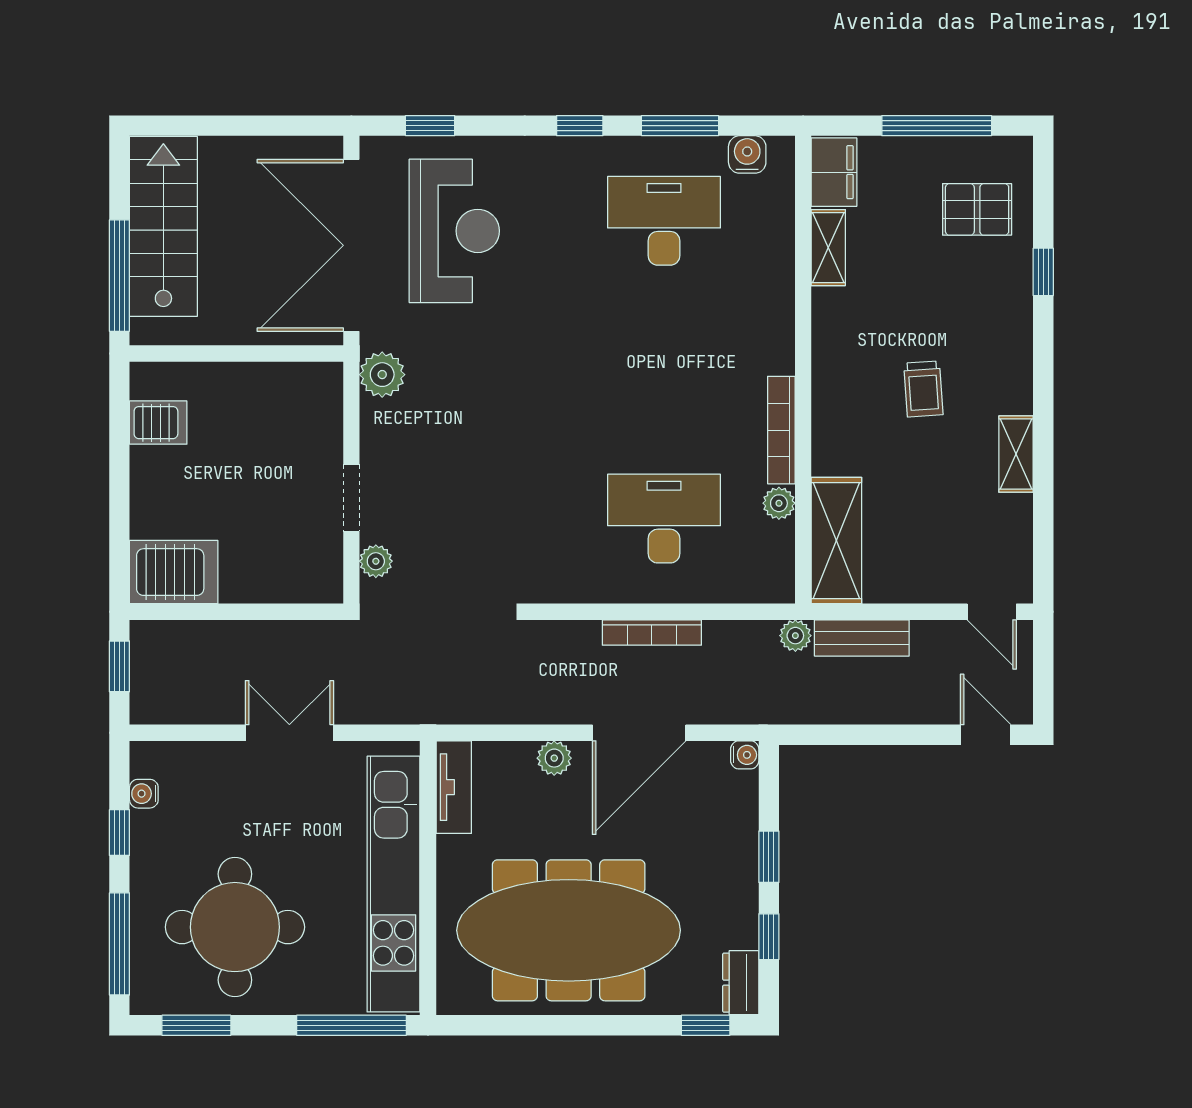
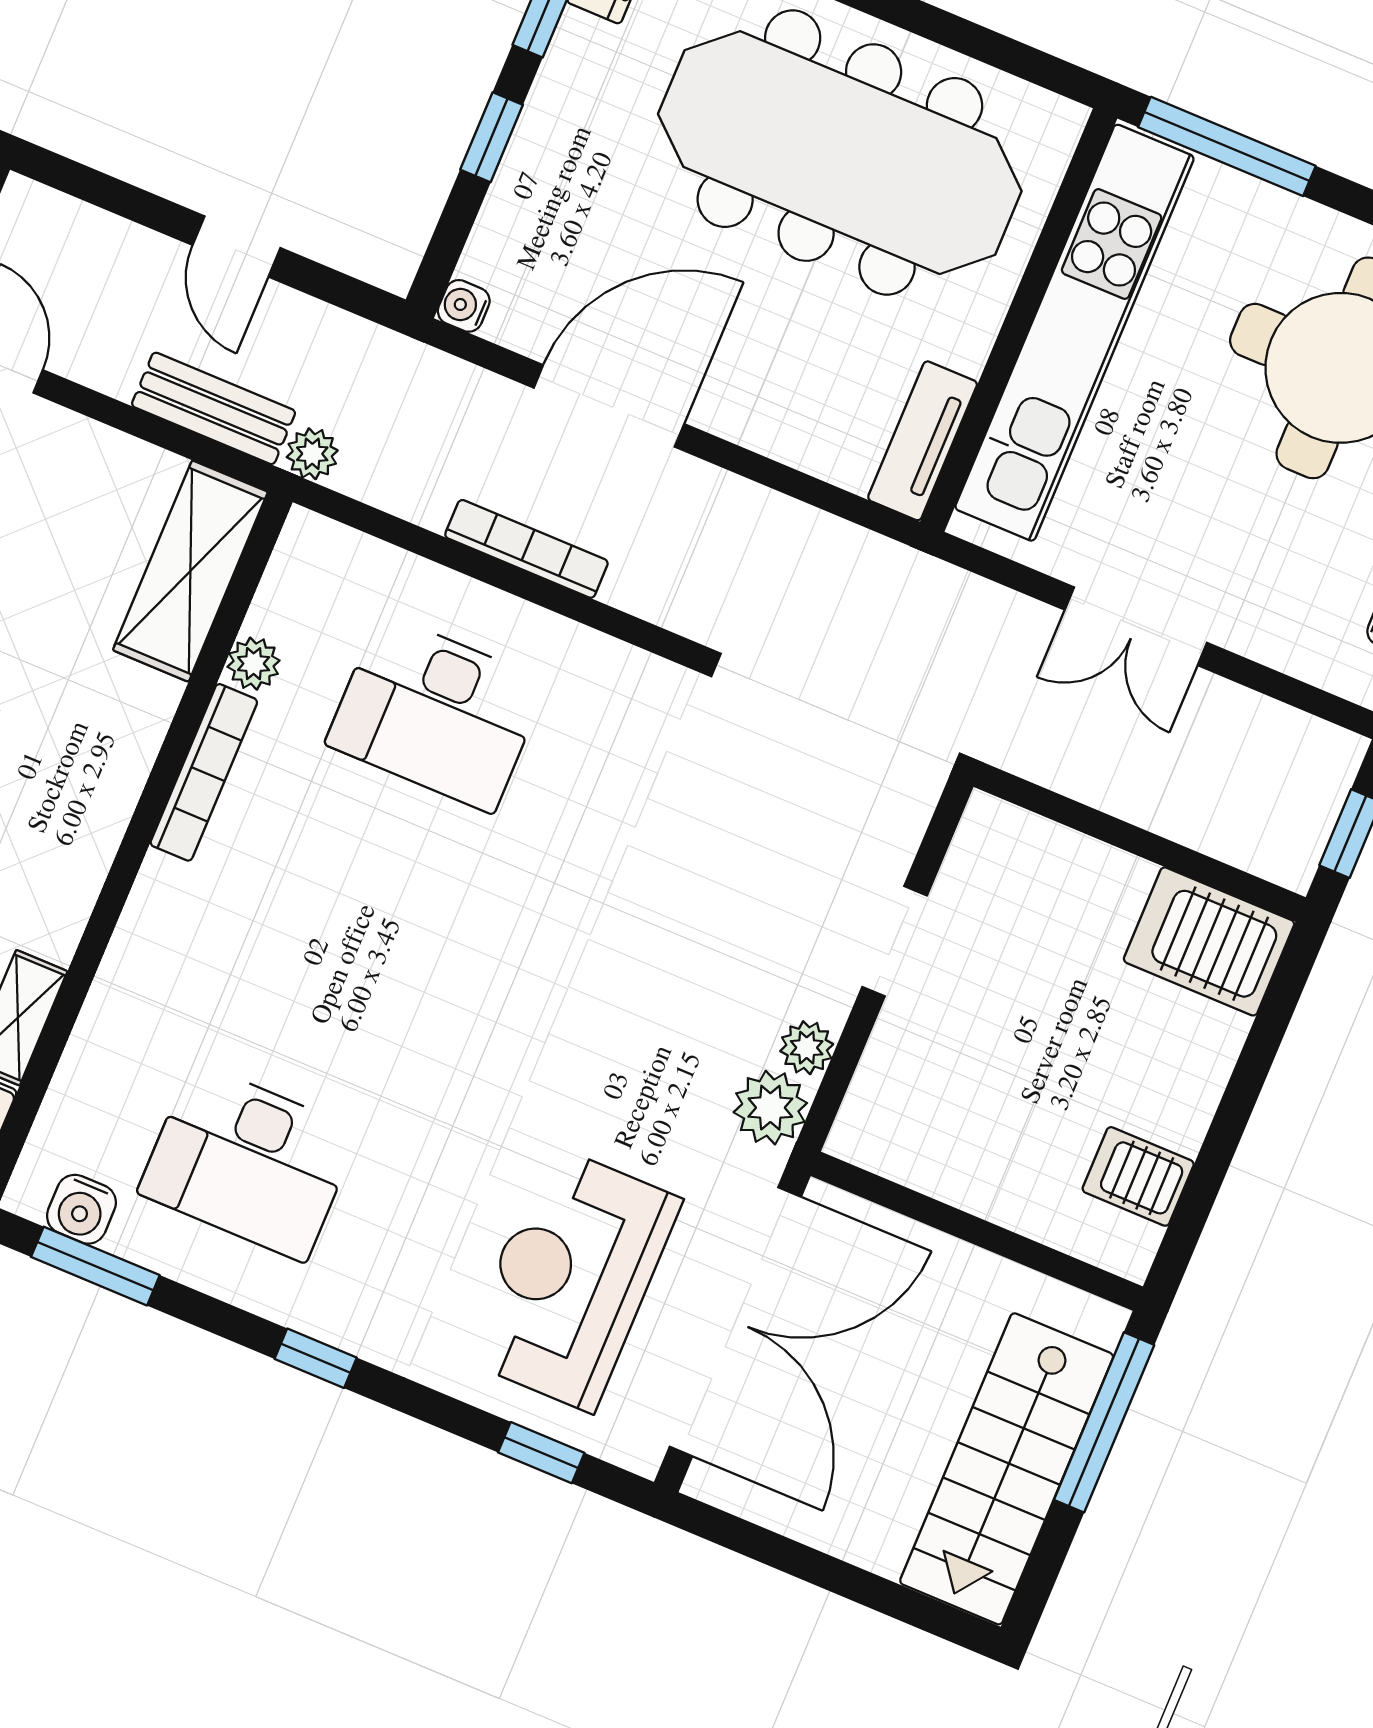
window: (680, 126) -> (95, 1266), moved
plant: (376, 561) -> (807, 1048), moved
door: (986, 735) -> (236, 246), moved
plant: (554, 758) -> (753, 421), removed

